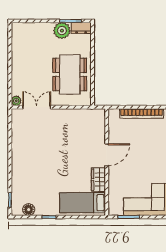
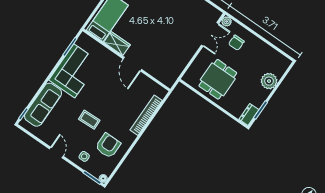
plant: (62, 31) -> (269, 81), moved
dining table: (70, 74) -> (218, 79), width x0.73
chair: (28, 80) -> (236, 43), added

